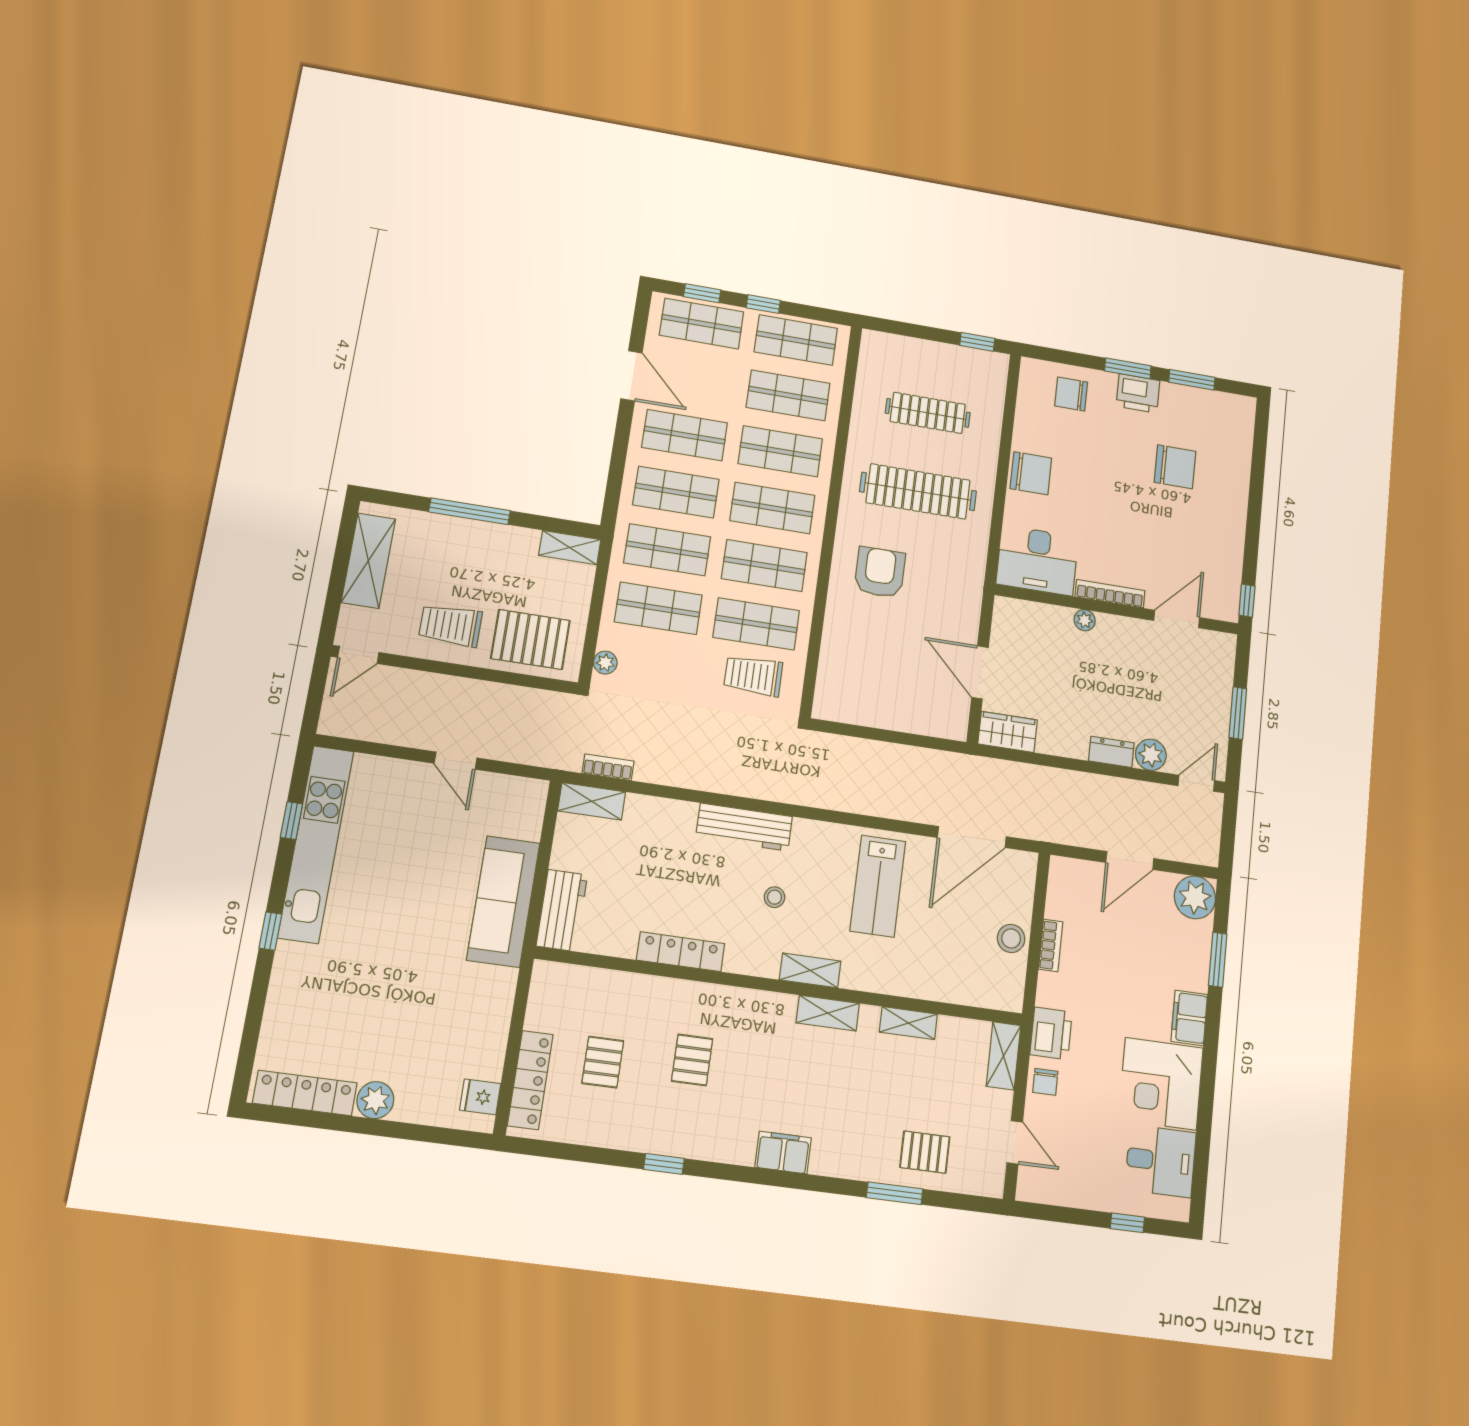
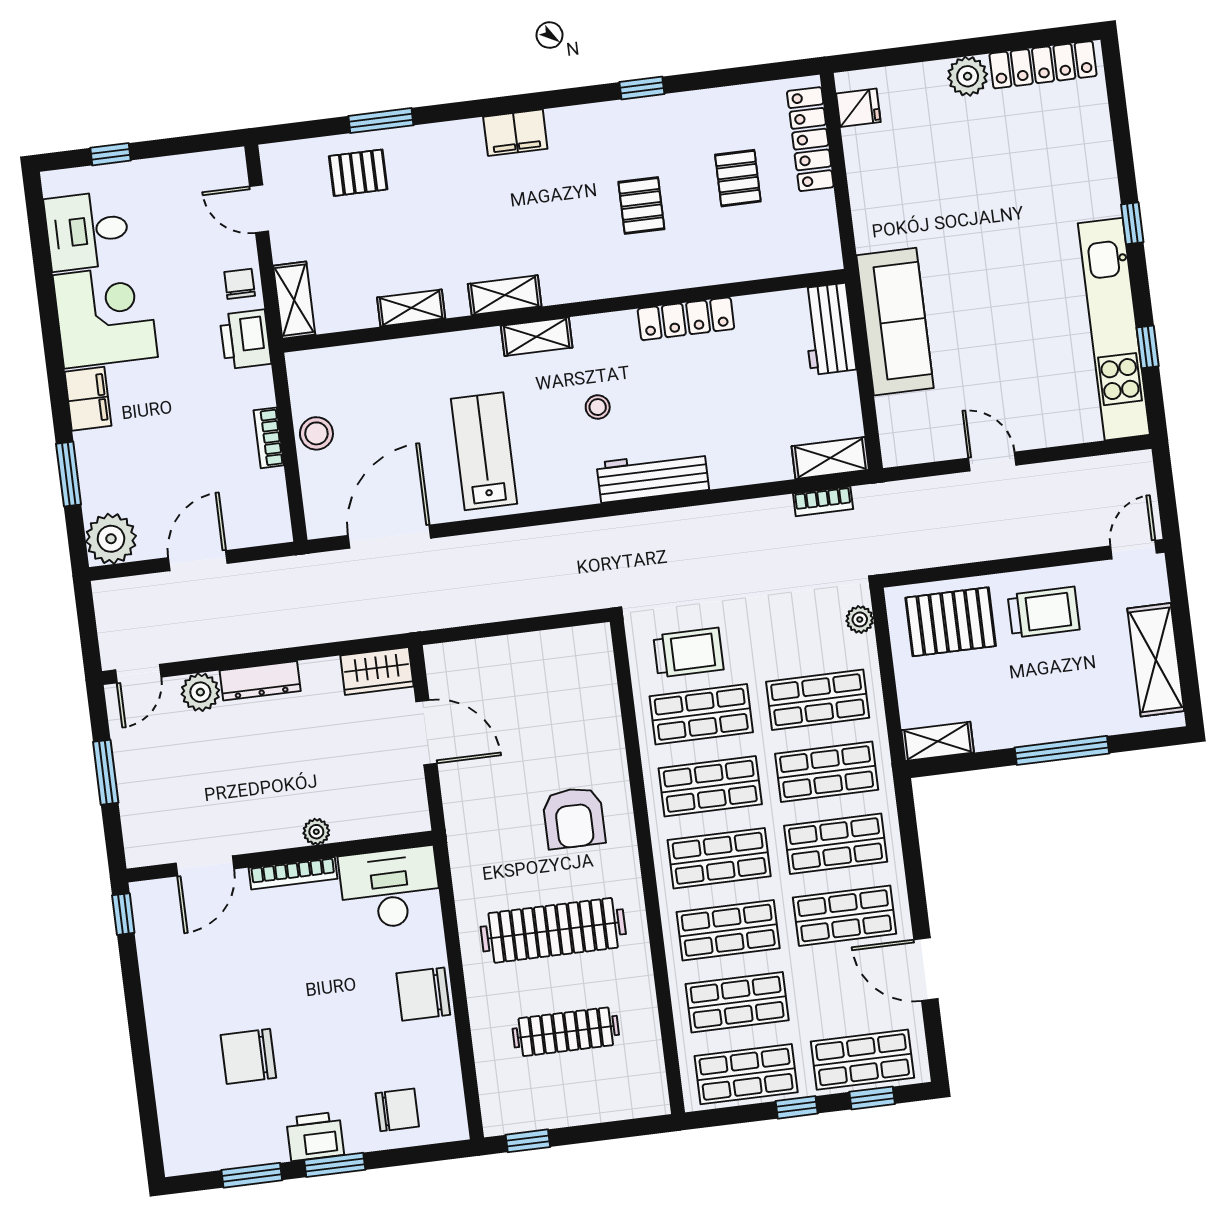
dresser: (1111, 752) -> (260, 681), width x1.44

